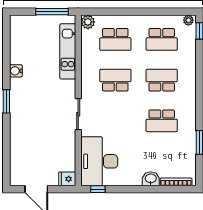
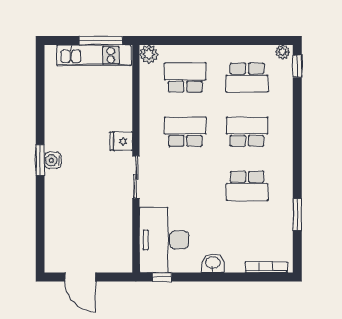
school desk: (115, 39) -> (185, 78), turned 180
kitchen unit: (68, 51) -> (94, 55), moved, turned -90
water cooler: (16, 71) -> (53, 160), moved
fridge: (67, 179) -> (121, 141), moved
washbasin: (151, 179) -> (213, 263), moved

